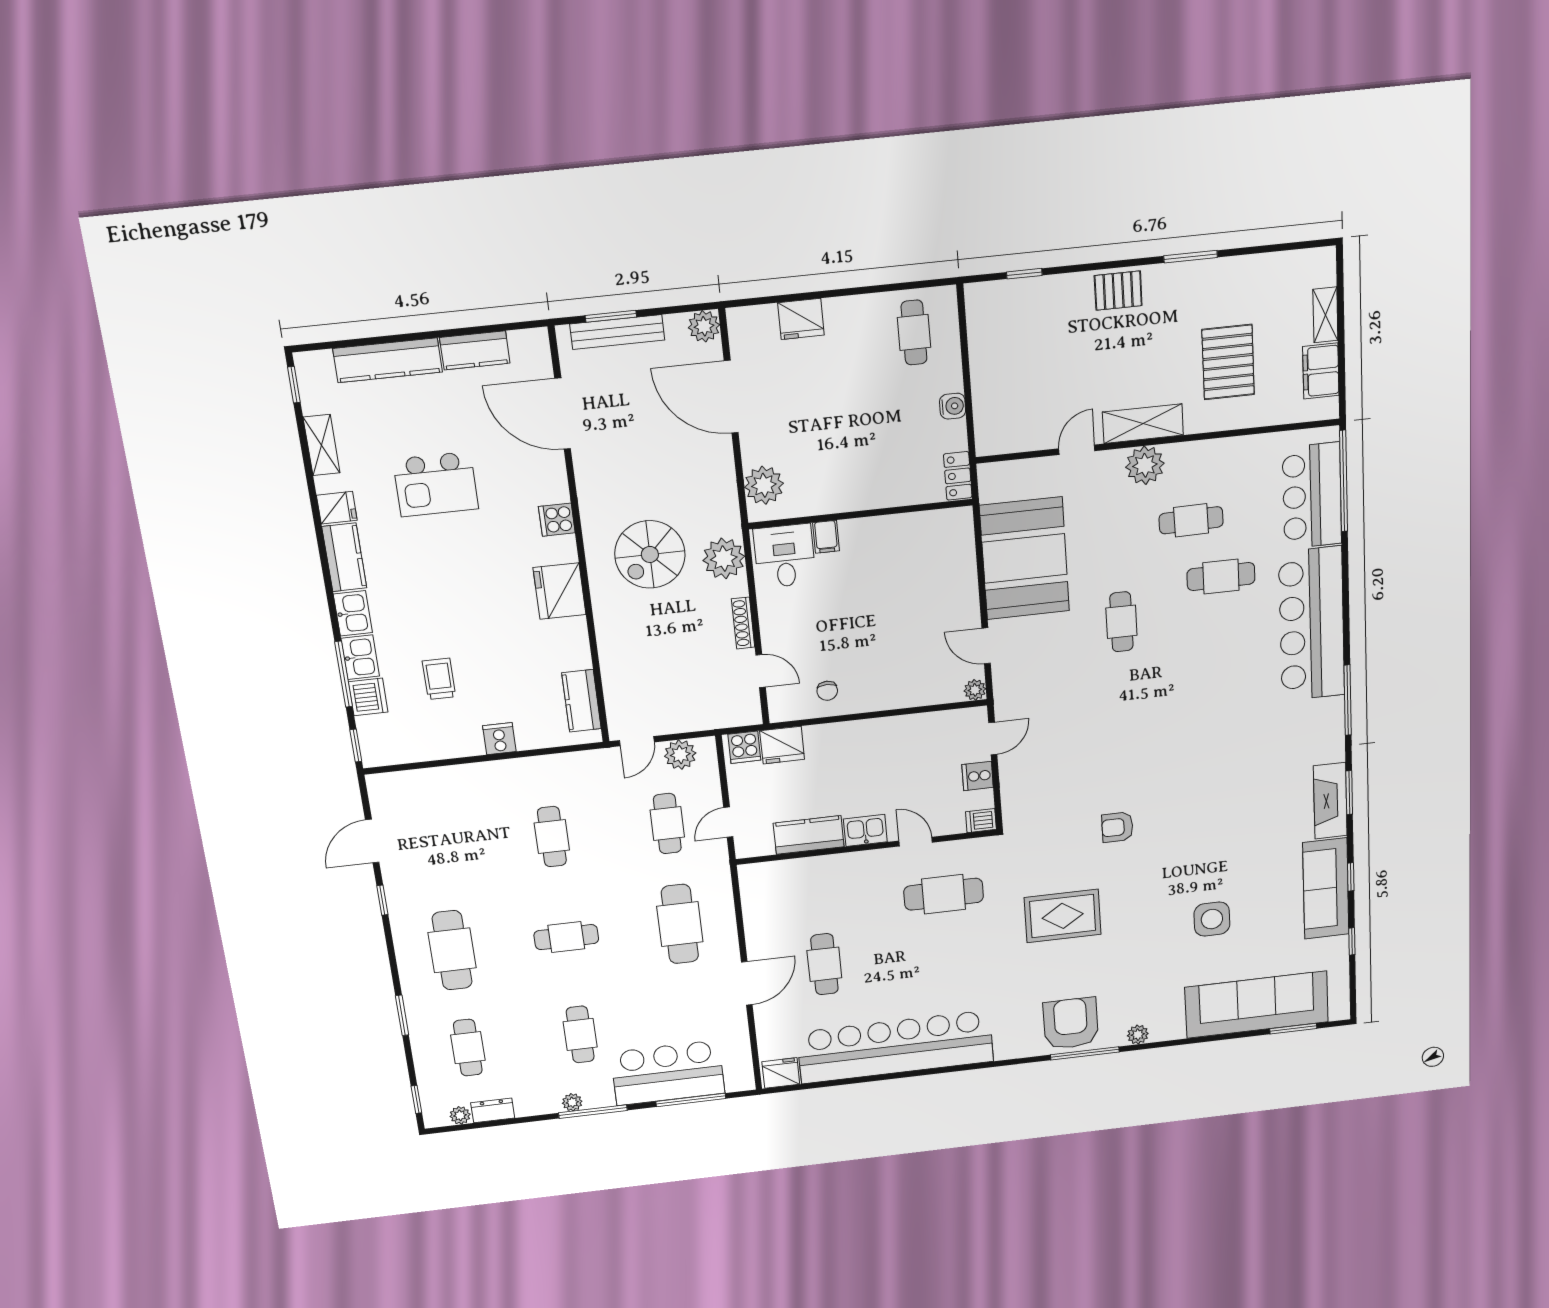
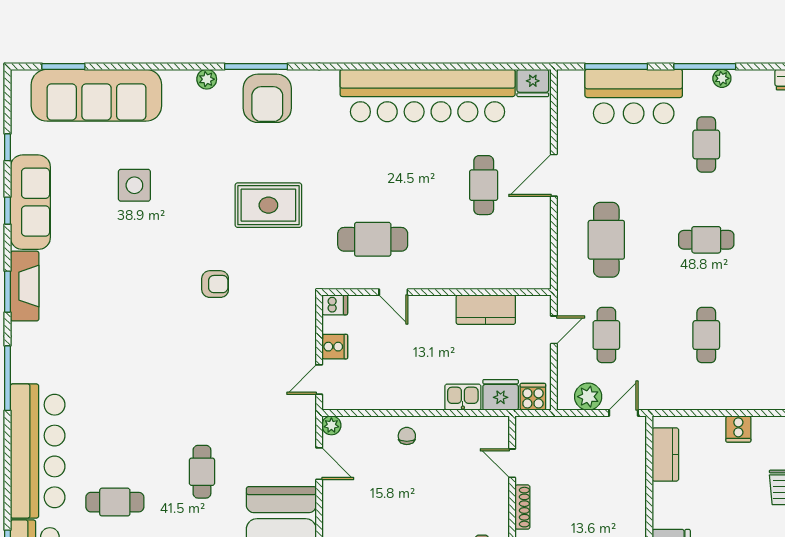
chair: (827, 691) -> (407, 436), moved
kitchen sink: (865, 830) -> (463, 397), moved, turned 180

